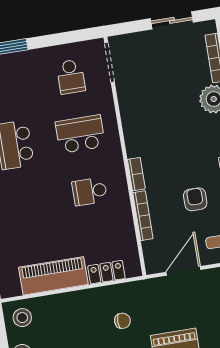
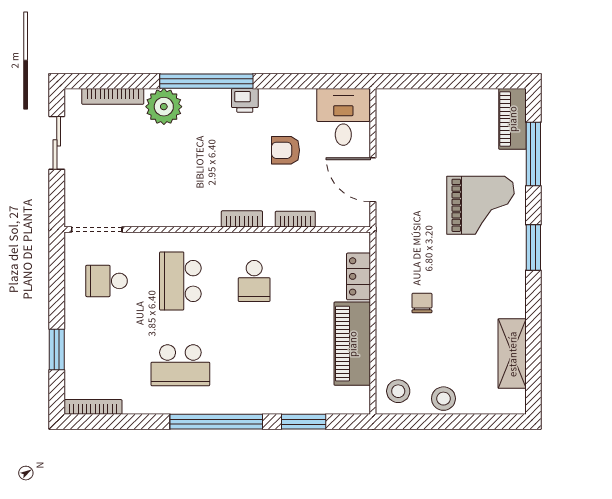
school desk: (71, 77) -> (107, 281), turned 180
bookcase: (143, 216) -> (295, 219), width x0.64
chair: (122, 321) -> (422, 303), moved

